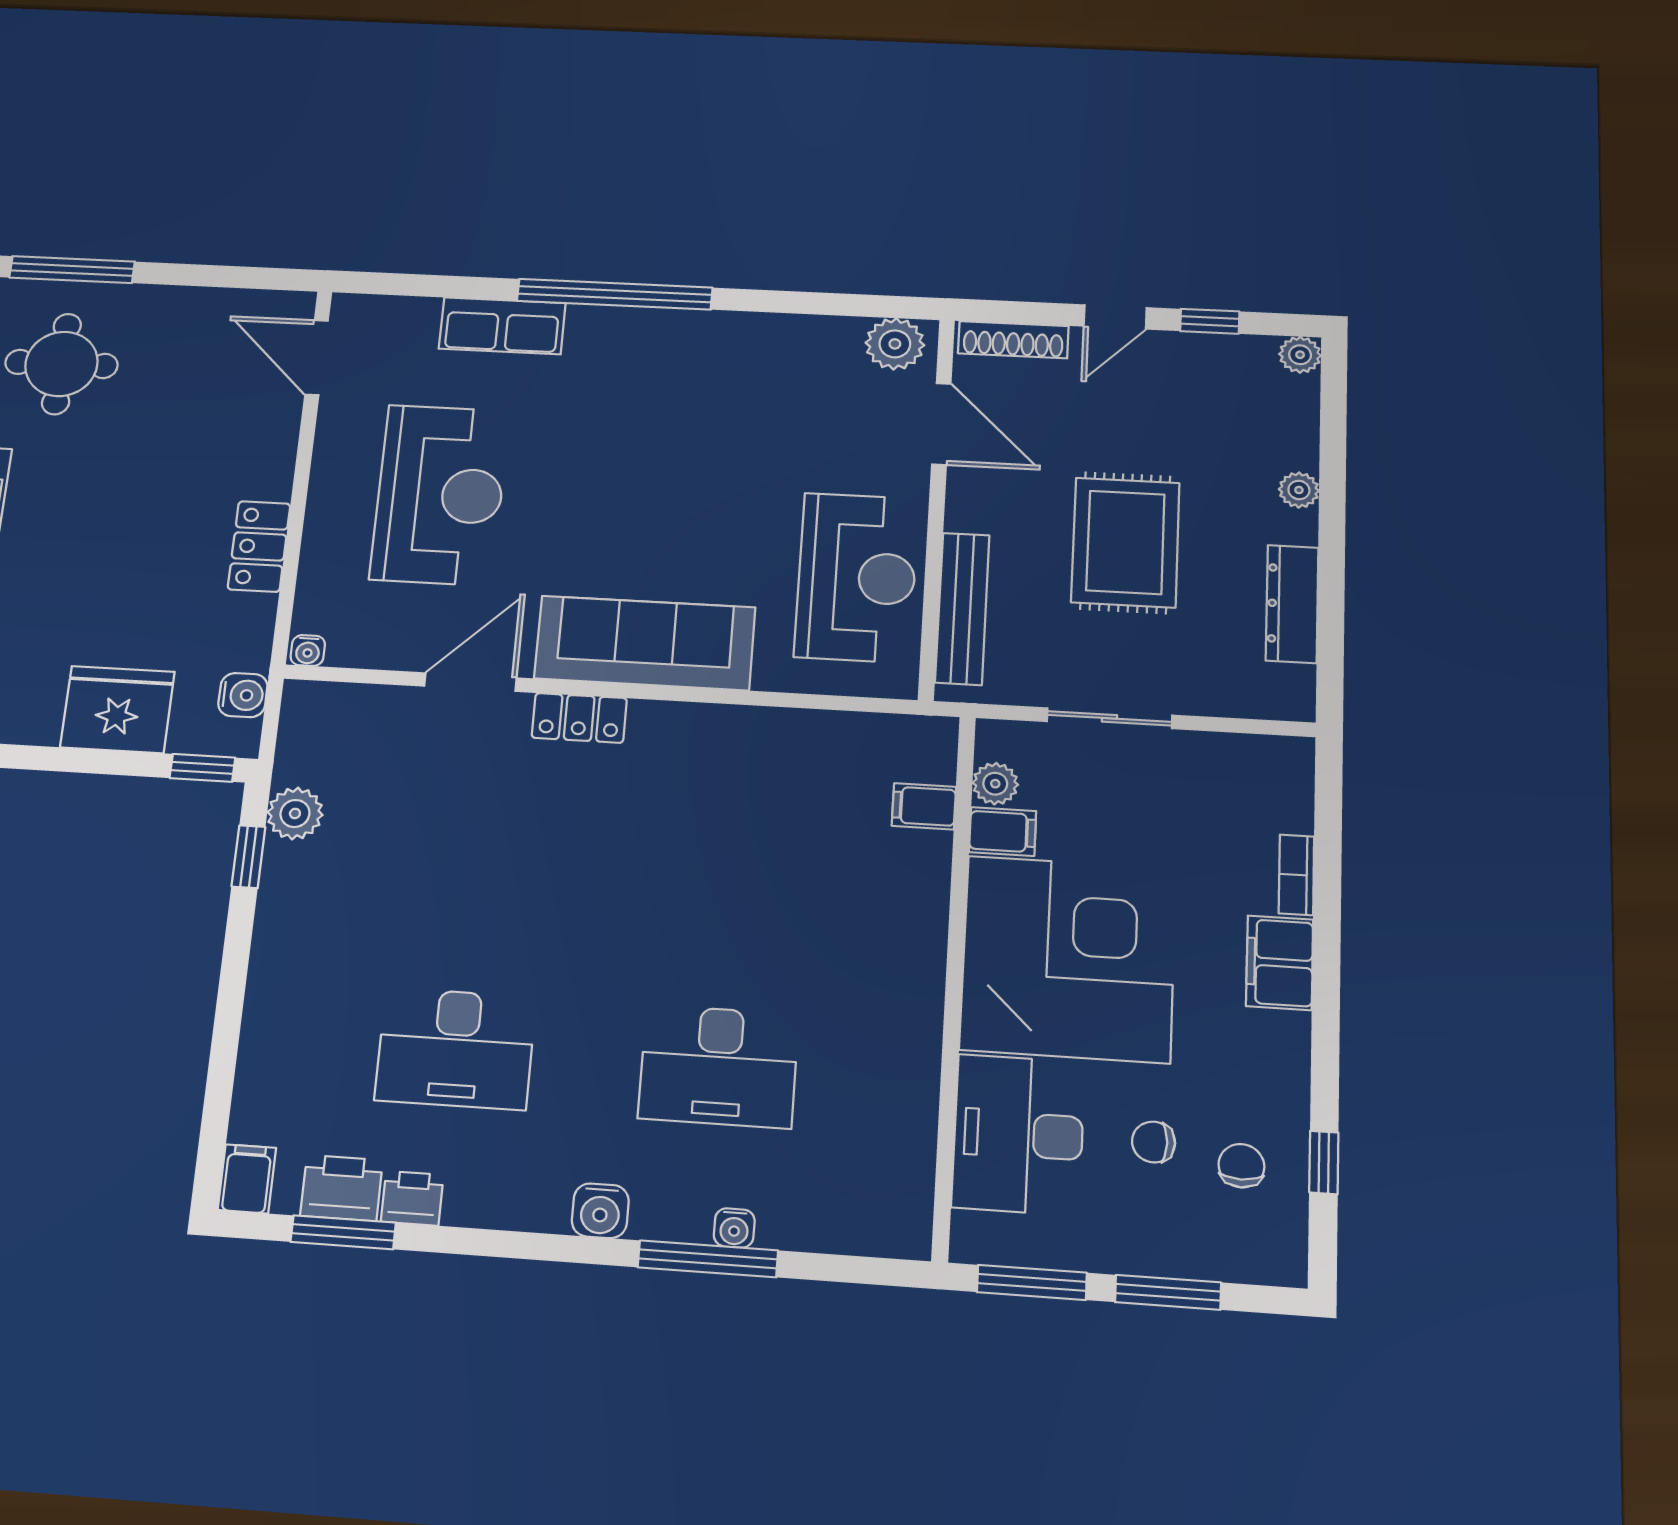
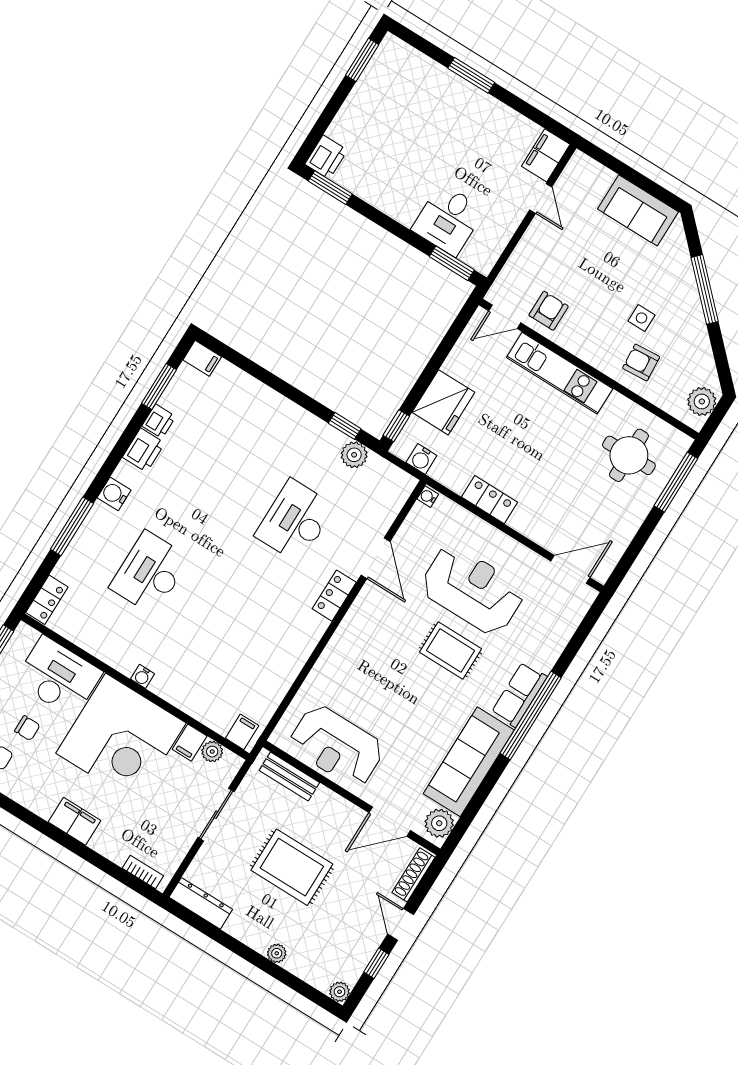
row of seats: (502, 326) -> (519, 695), moved
rug: (571, 476) -> (451, 650), added
reception desk: (440, 495) -> (472, 590), turned 180
dresser: (1292, 604) -> (201, 903), moved
bench: (962, 609) -> (289, 777), width x0.73
sofa: (645, 643) -> (469, 762), moved, turned 180
filing cabinet: (924, 806) -> (242, 732), moved
bookcase: (1296, 875) -> (143, 872), moved
desk: (456, 1049) -> (295, 521), moved
chair: (1153, 1142) -> (27, 728), turned 90
printer: (342, 1188) -> (144, 450), moved
water cooler: (734, 1228) -> (142, 676), moved, turned -90
locker: (880, 1233) -> (47, 600), added

